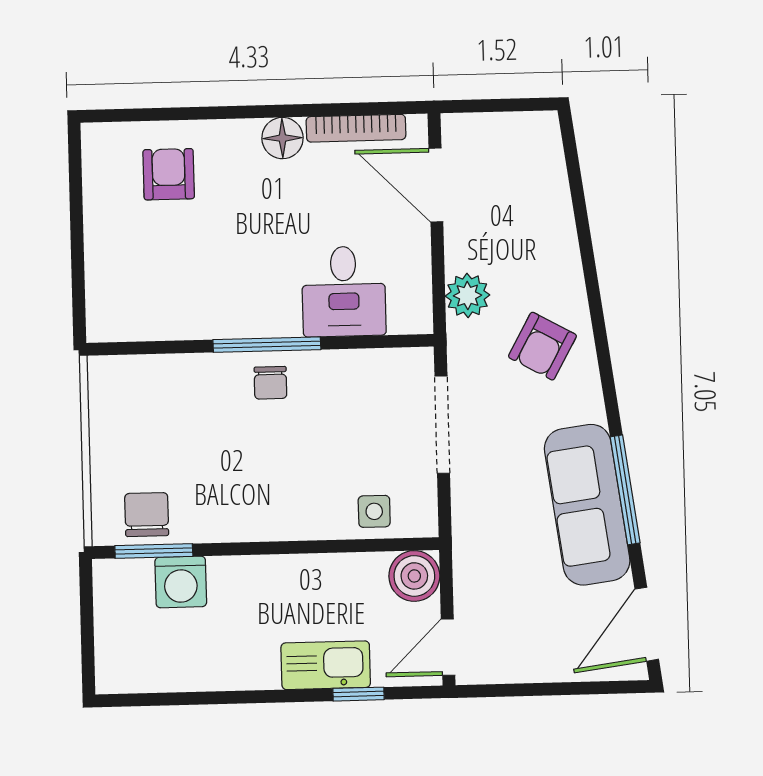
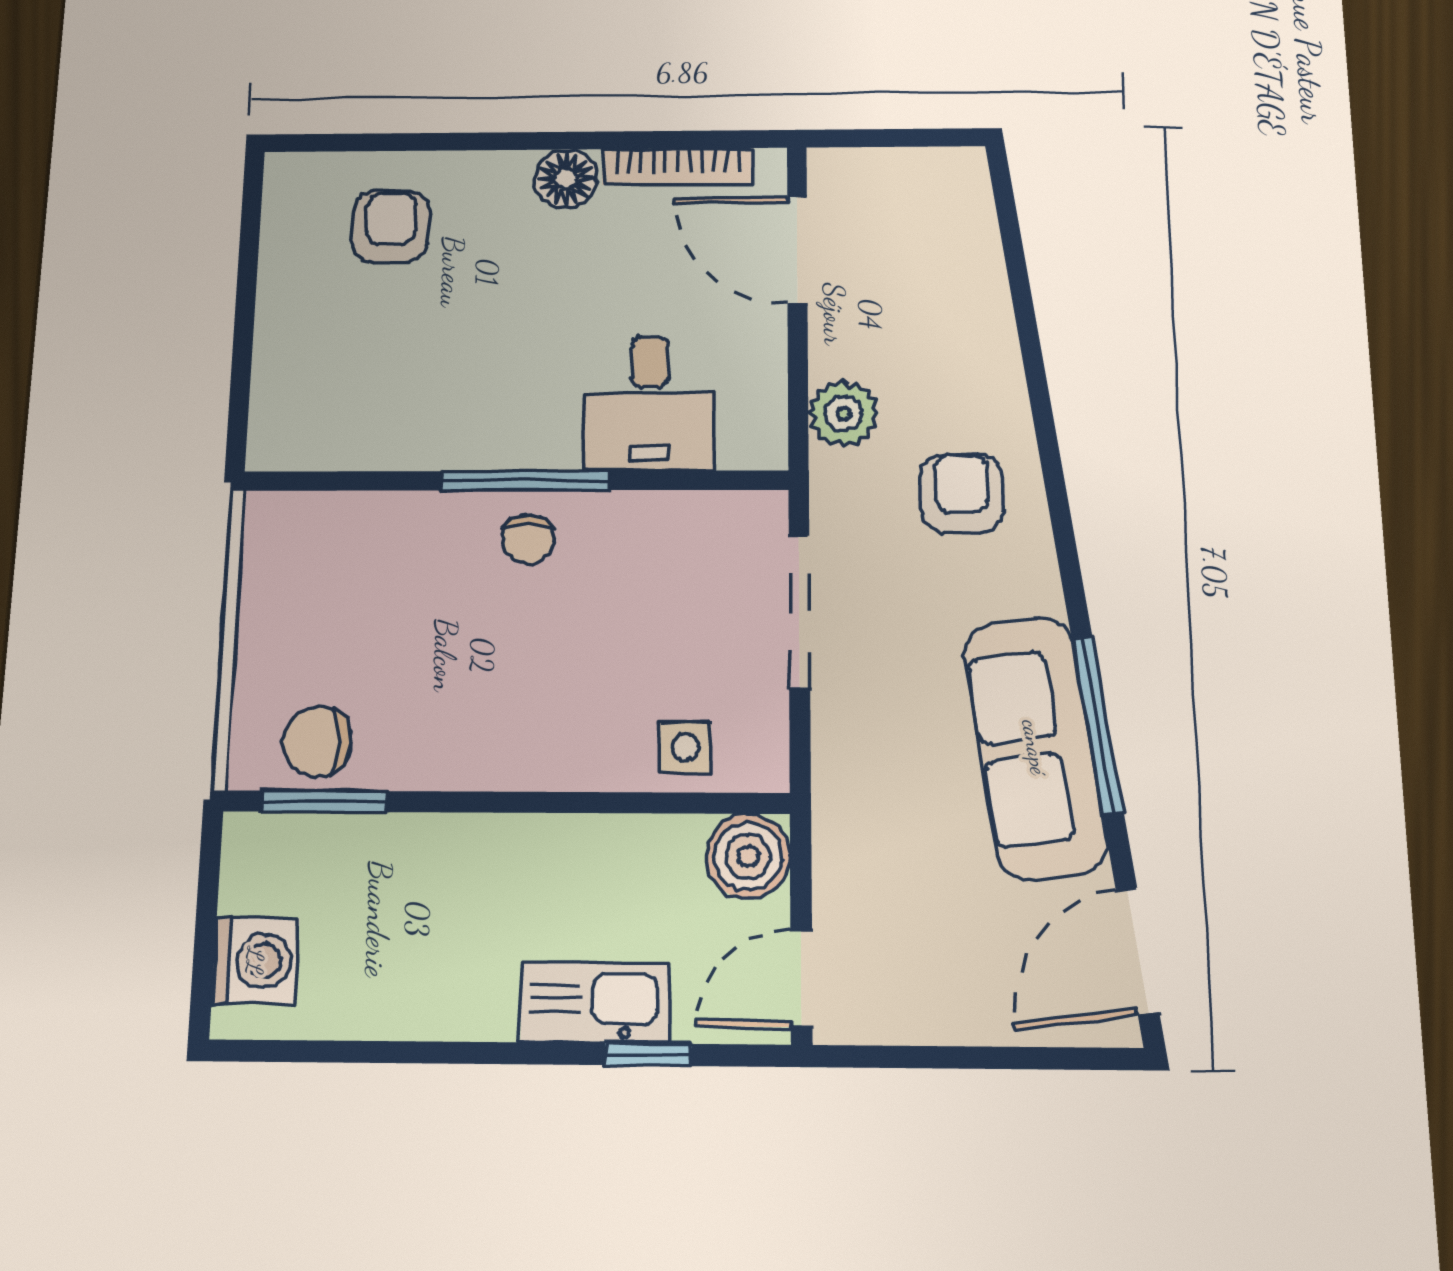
armchair: (542, 346) -> (962, 493), turned 151
chair: (147, 515) -> (318, 742), turned -90
washing machine: (181, 582) -> (255, 961), moved, turned -90

